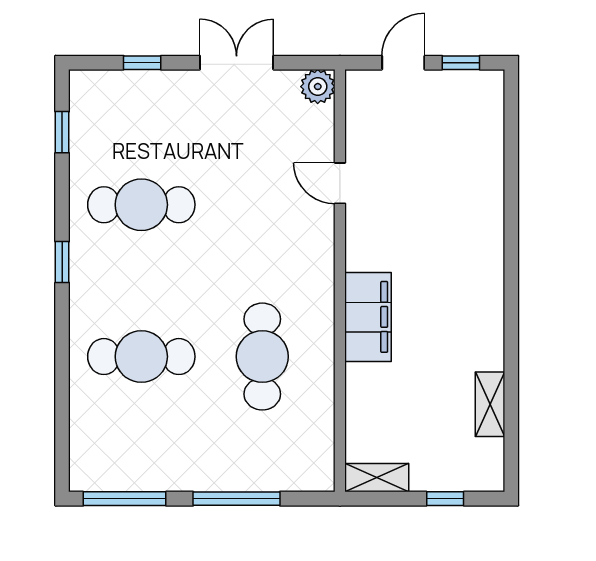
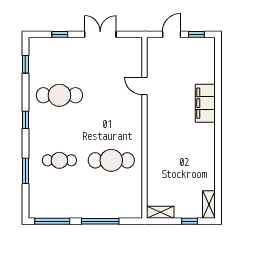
plant: (318, 87) -> (135, 45), removed
filing cabinet: (368, 317) -> (205, 103), moved, turned 180
cafe table: (141, 357) -> (59, 160), width x0.73, depth x0.74
cafe table: (262, 357) -> (111, 160), turned 90
window: (62, 381) -> (25, 171), added
shelving: (490, 404) -> (209, 204), moved

